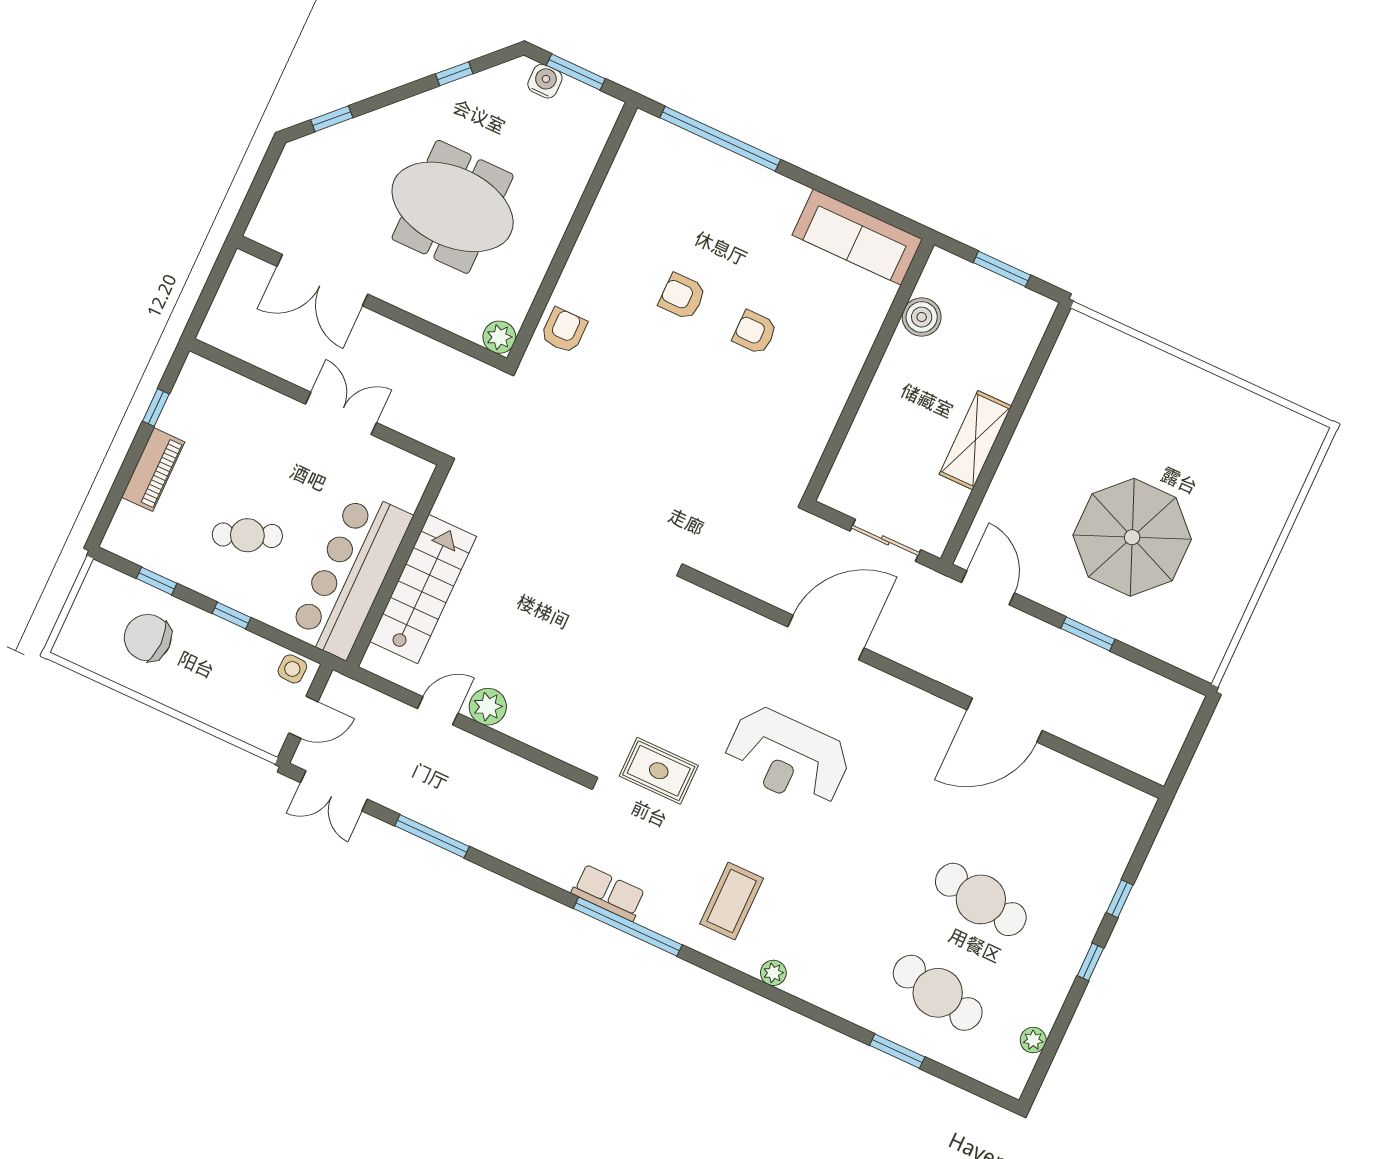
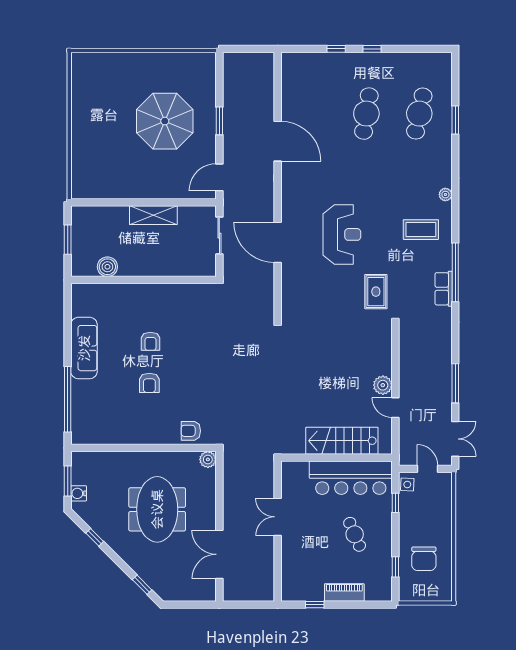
sofa: (857, 237) -> (84, 348), moved
double door: (322, 280) -> (219, 554), swing flipped
window: (231, 615) -> (395, 503), moved
plant: (1033, 1040) -> (421, 59), removed

